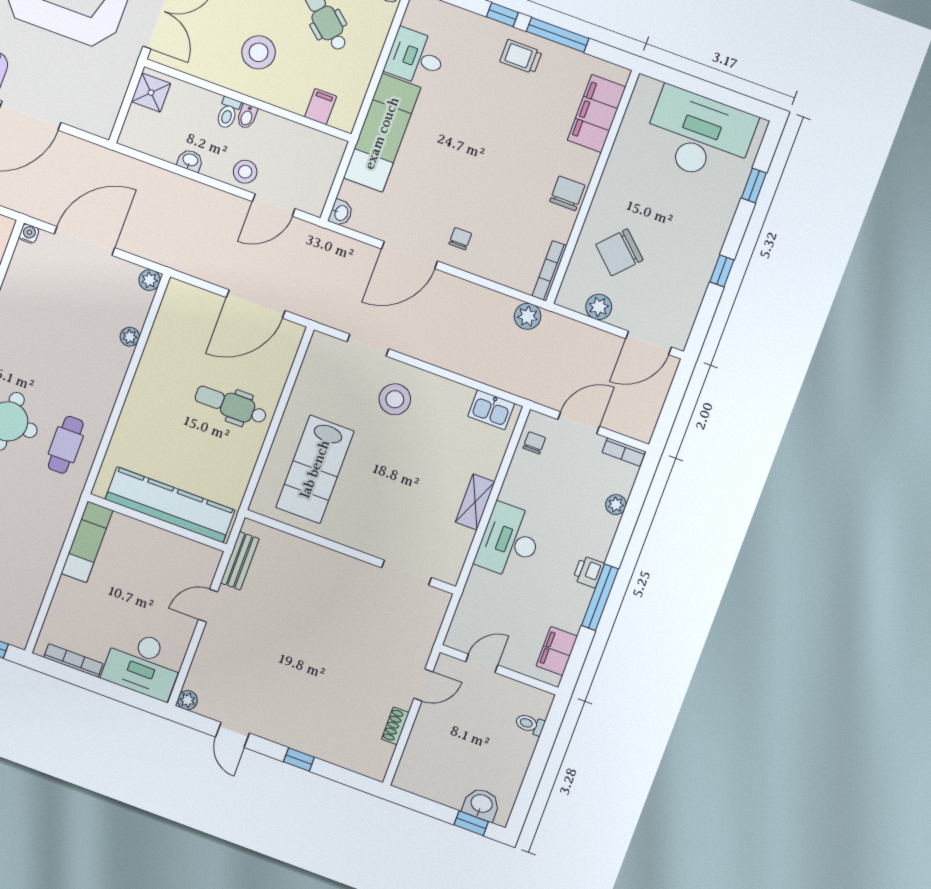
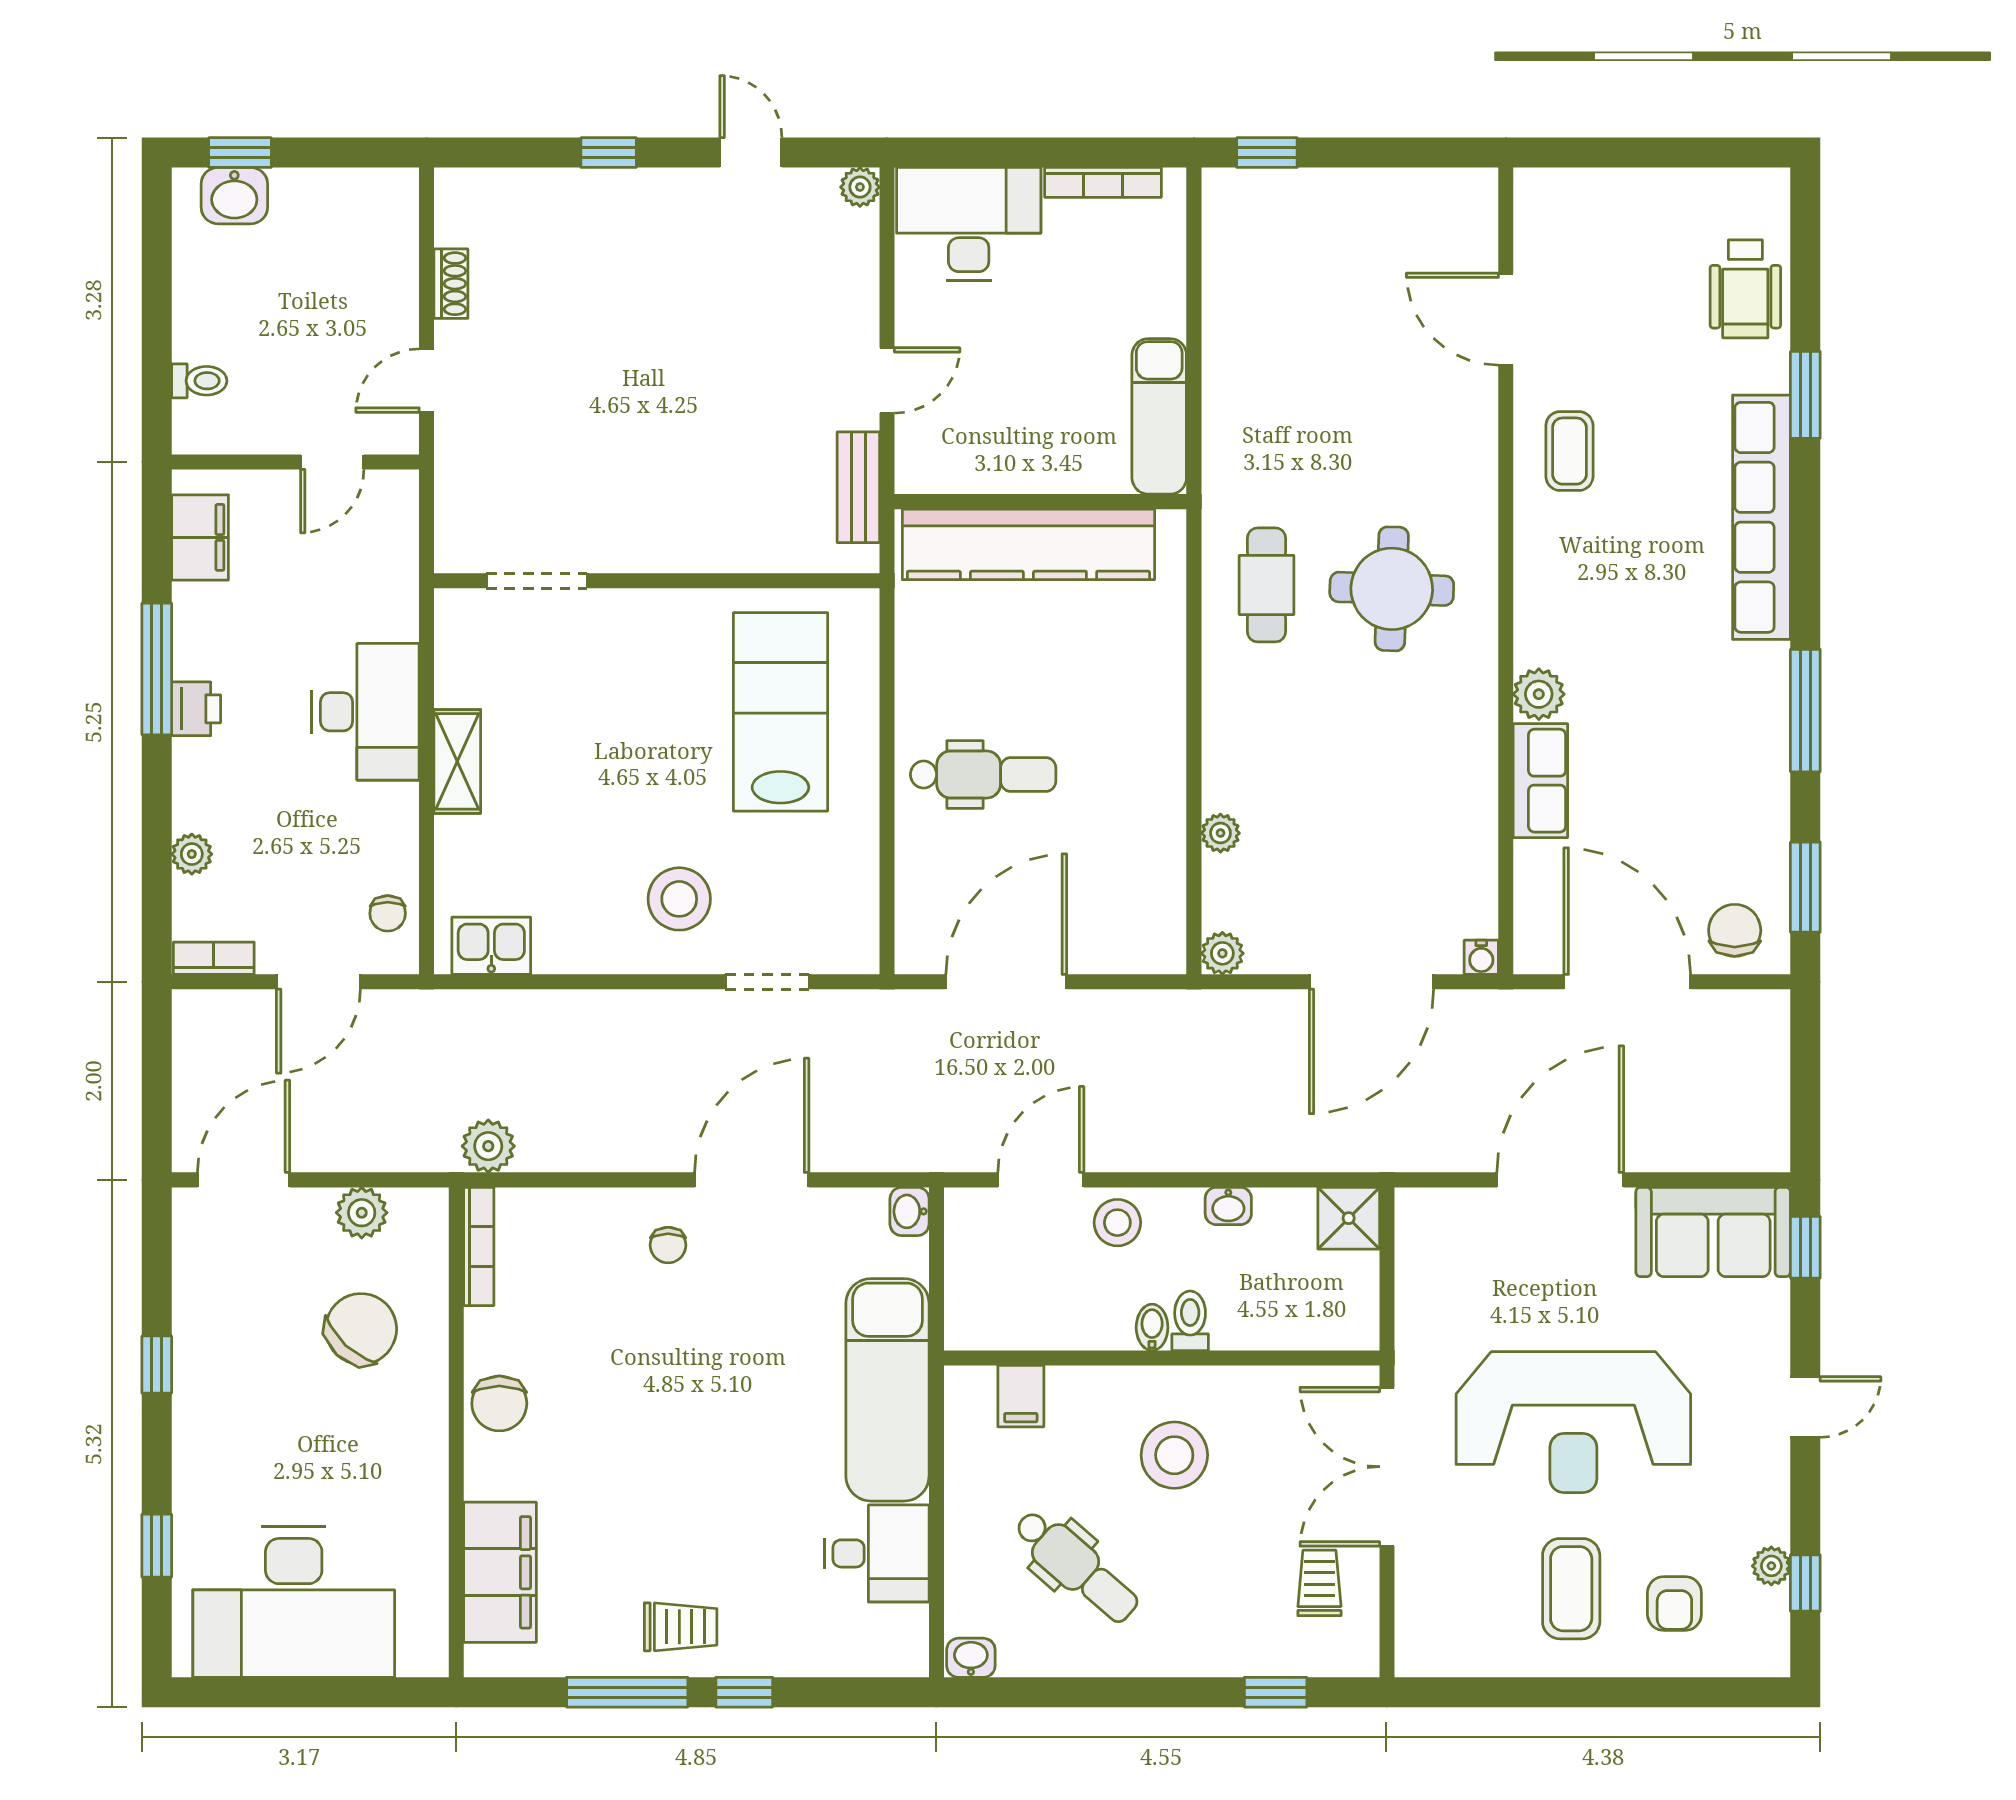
shower: (151, 93) -> (1349, 1218), moved

